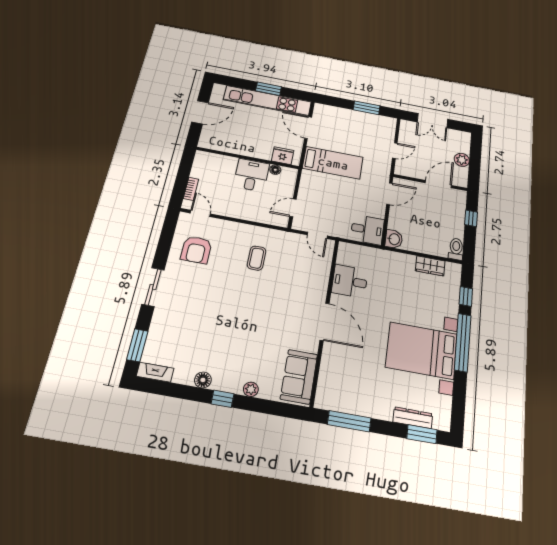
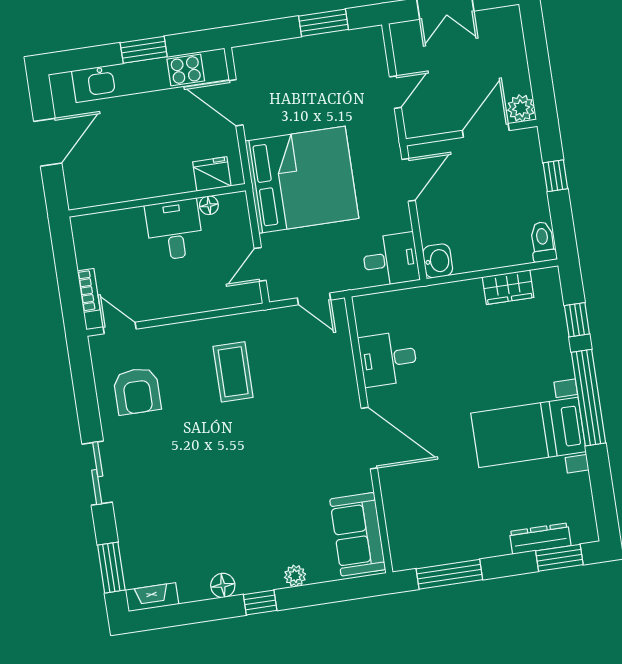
plant: (462, 160) -> (521, 108), moved
bed: (333, 163) -> (302, 180), width x2.04
coffee table: (257, 258) -> (233, 372), width x1.36, depth x1.30
bed with nightstands: (422, 350) -> (528, 432), width x0.73

